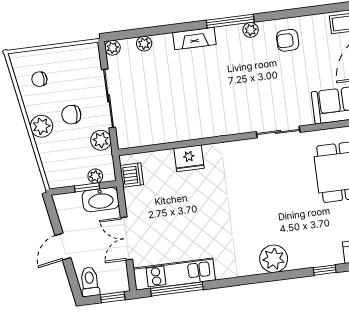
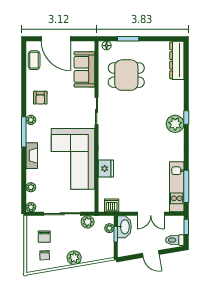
corner sofa: (198, 104) -> (73, 159), added
chair: (71, 115) -> (44, 237), moved
window: (325, 270) -> (186, 117), moved

